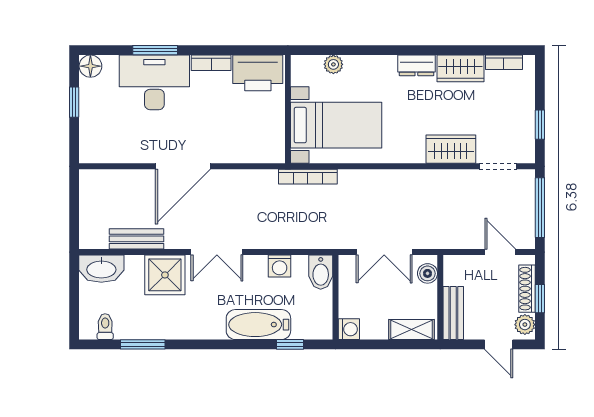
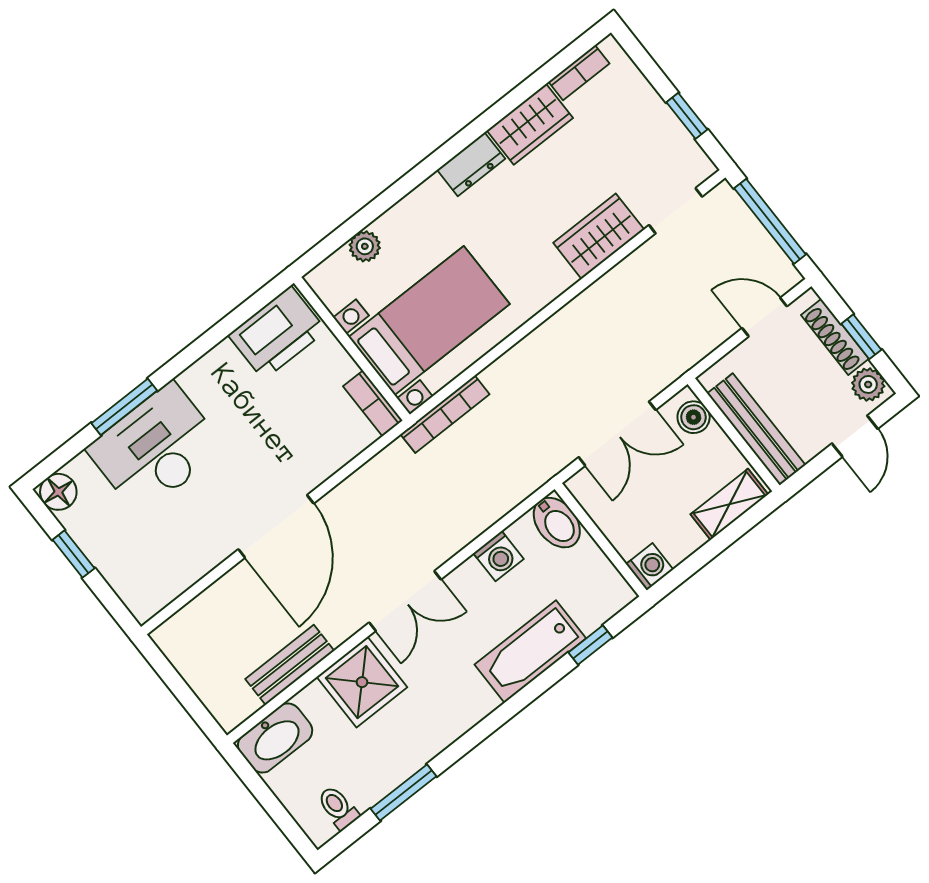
bookcase: (211, 63) -> (373, 403), moved, turned 90
bench: (453, 313) -> (756, 429), width x1.36
door: (499, 344) -> (855, 436), hinge flipped

